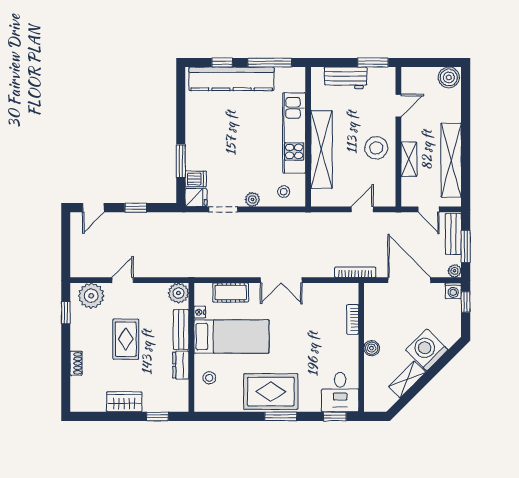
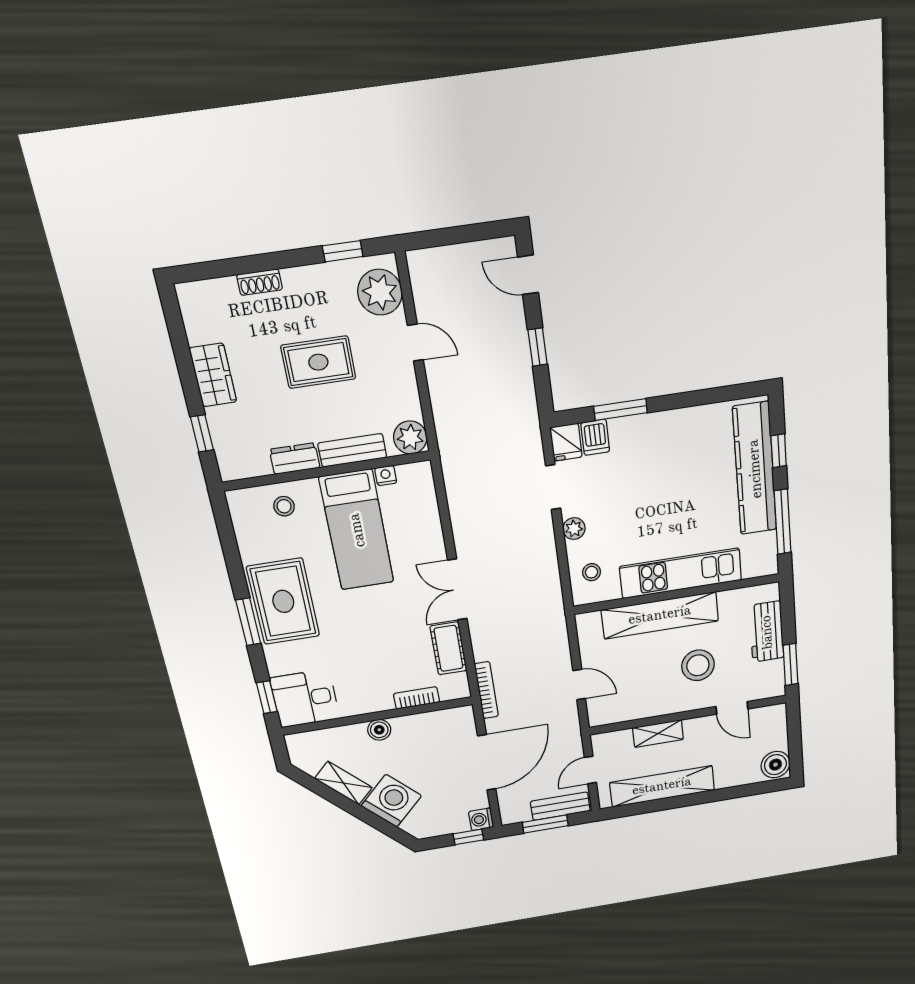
stool: (376, 148) -> (698, 665), moved
plant: (455, 271) -> (509, 816), removed
cot: (231, 292) -> (448, 648), moved

